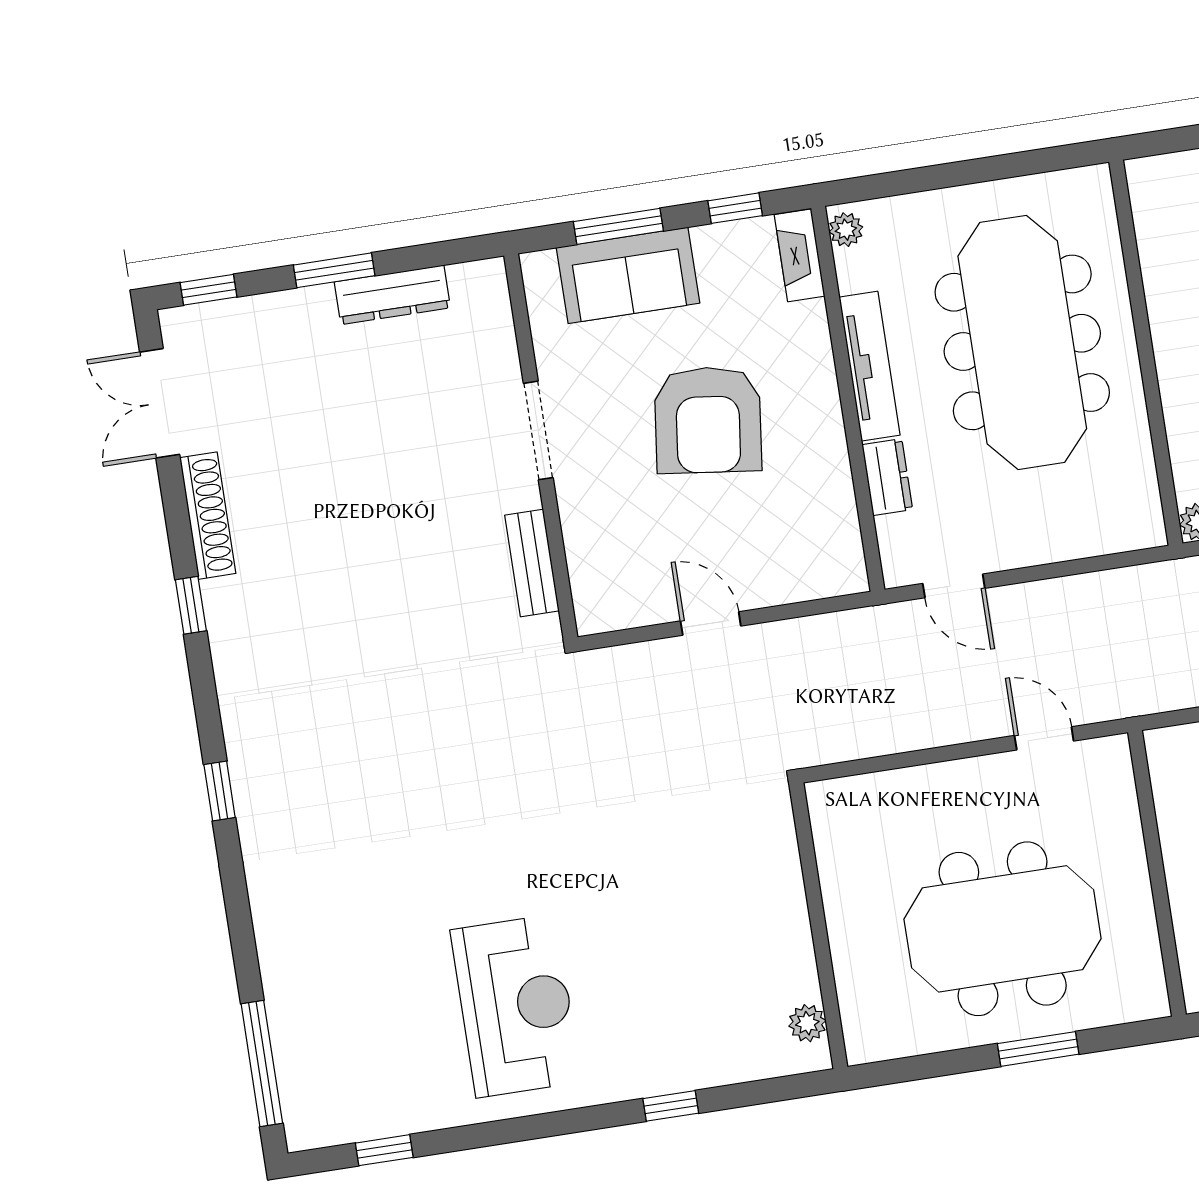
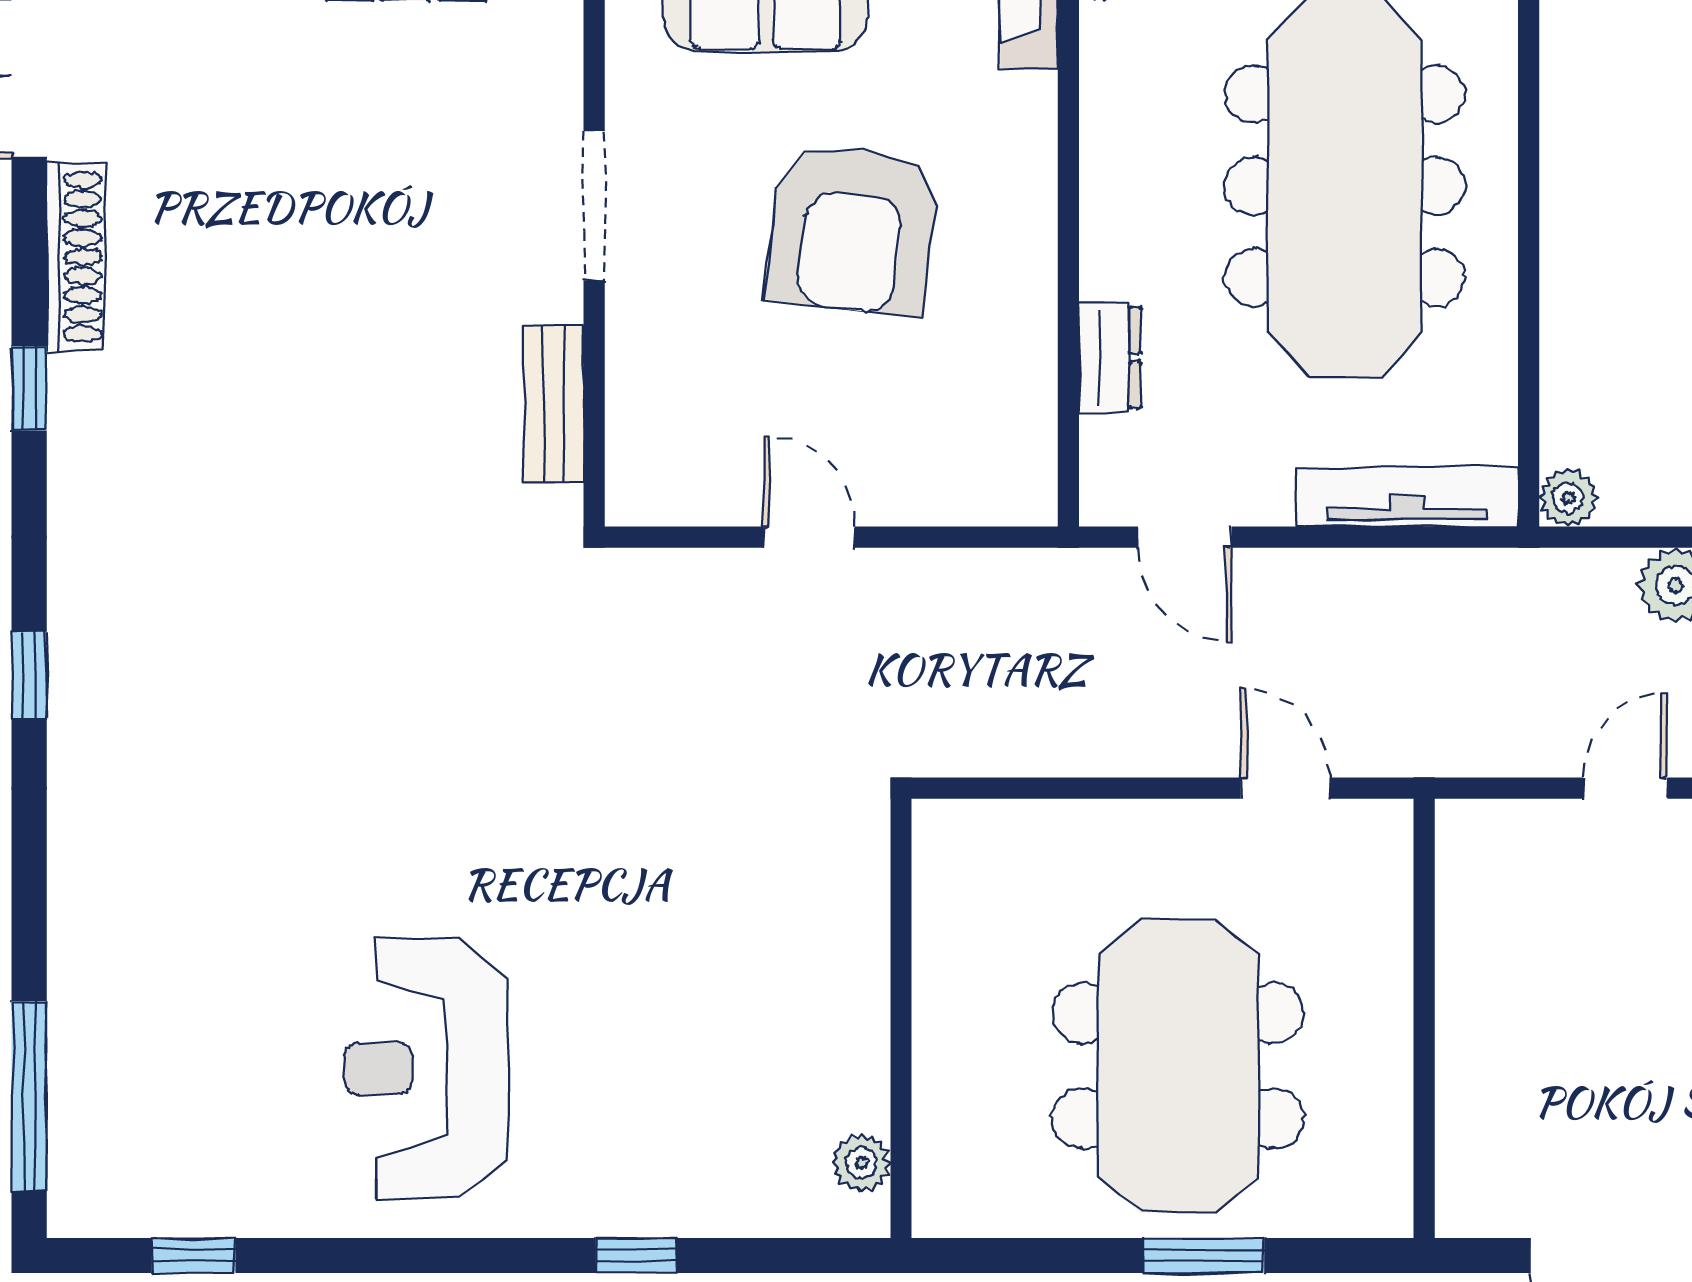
tv unit: (870, 366) -> (1407, 497), moved, turned -90
meeting table: (1003, 929) -> (1178, 1066), turned 90
reception desk: (516, 1006) -> (426, 1069), turned 180

